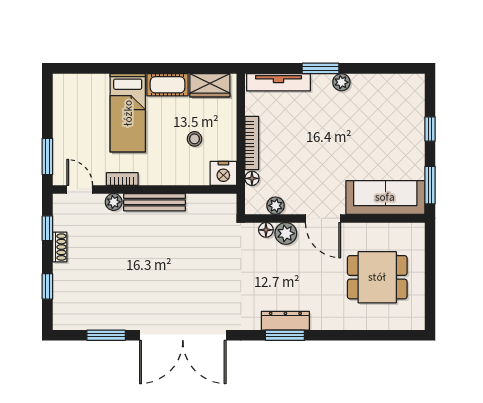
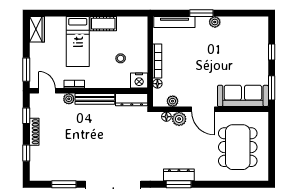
wardrobe: (210, 85) -> (37, 29), moved, turned -90
dresser: (212, 203) -> (132, 100), added
shoe rack: (60, 247) -> (34, 132), width x1.43
dining table: (377, 277) -> (238, 147), width x1.37

